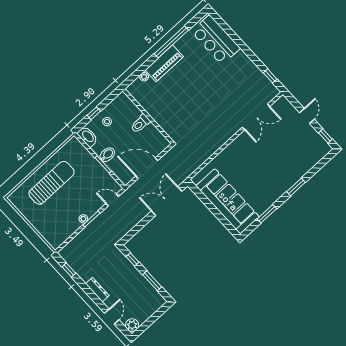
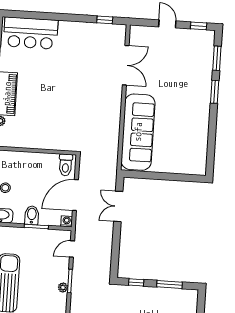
toilet: (140, 124) -> (66, 165), moved
washing machine: (125, 180) -> (67, 221), added
double door: (167, 201) -> (118, 206), width x0.73
sofa: (228, 201) -> (138, 132), moved, turned 90
window: (267, 214) -> (217, 58), moved

